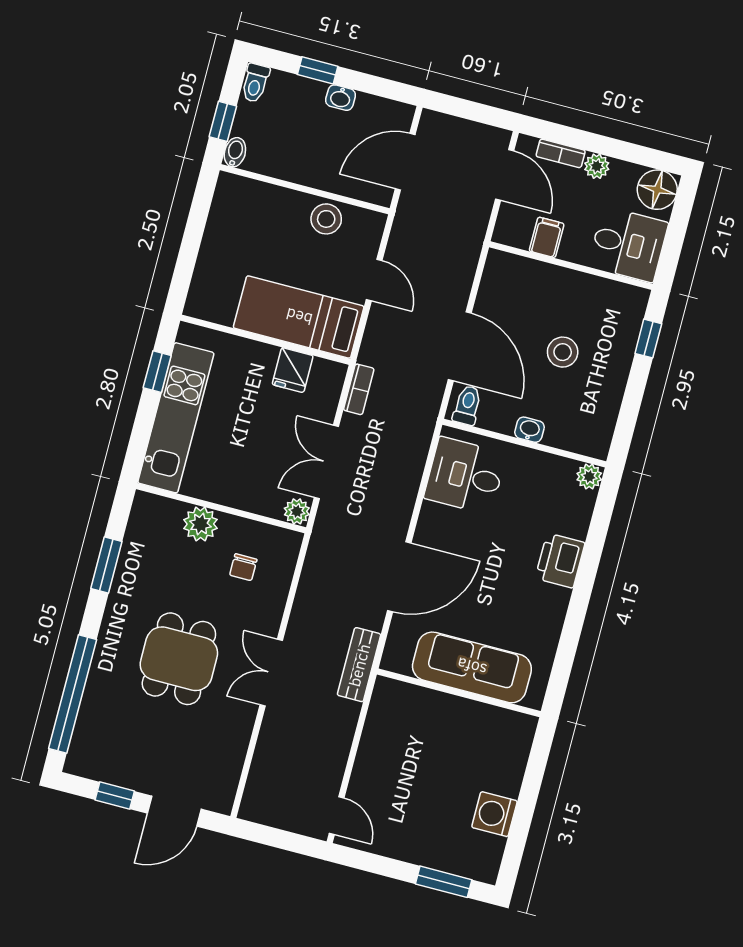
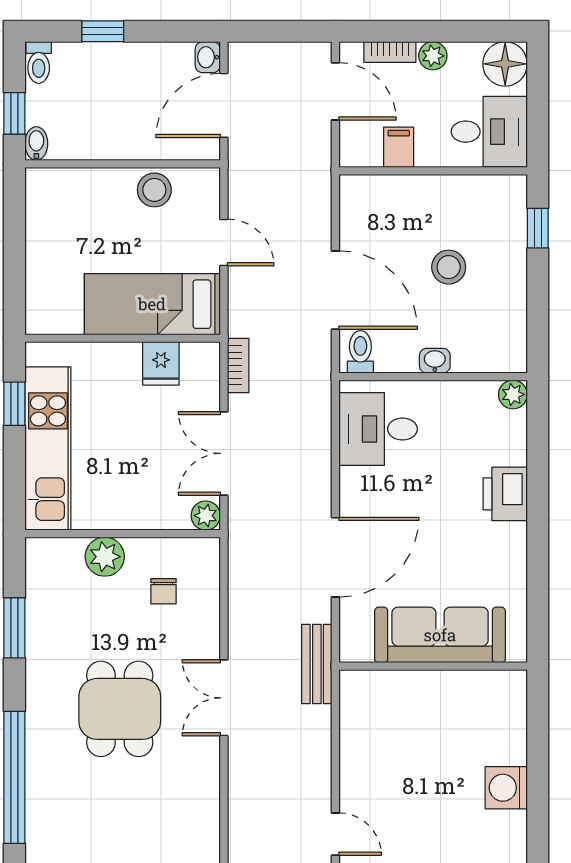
washbasin: (341, 98) -> (208, 57), moved, turned 90

